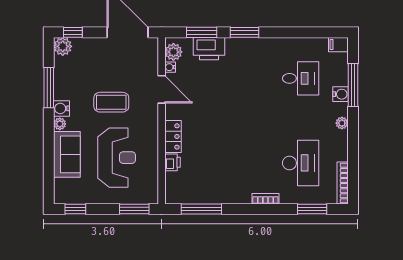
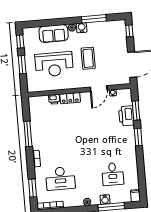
plant: (63, 46) -> (120, 25), removed
plant: (173, 52) -> (122, 94), removed
window: (134, 209) -> (22, 65), moved
window: (201, 209) -> (28, 134), moved

